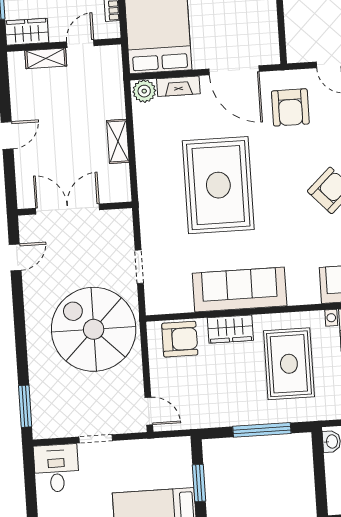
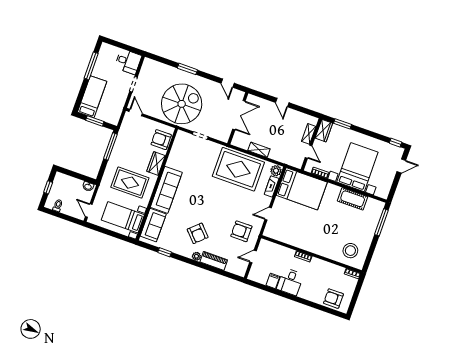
door: (234, 70) -> (268, 214), width x0.53
rug: (218, 185) -> (238, 169), moved
sofa: (240, 289) -> (166, 190), moved
armchair: (180, 339) -> (161, 140), turned 90
window: (25, 406) -> (187, 69), moved
door: (149, 411) -> (136, 113), swing flipped
window: (262, 430) -> (110, 146), moved

